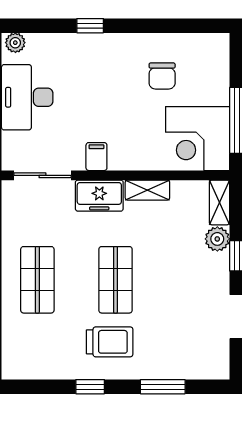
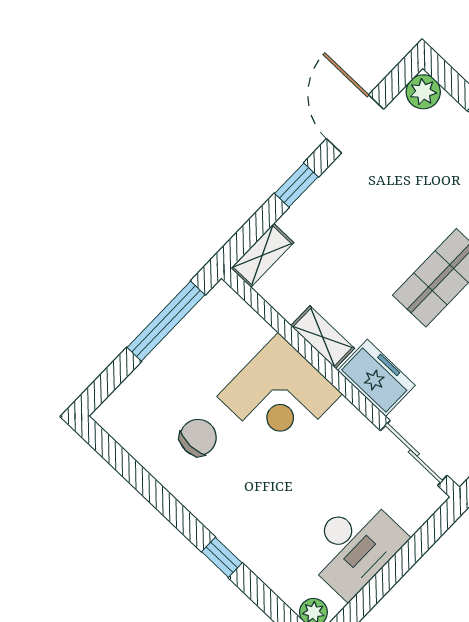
corner desk: (198, 139) -> (280, 395), moved, turned 90
filing cabinet: (96, 157) -> (342, 420), removed
plant: (217, 239) -> (423, 92), moved

